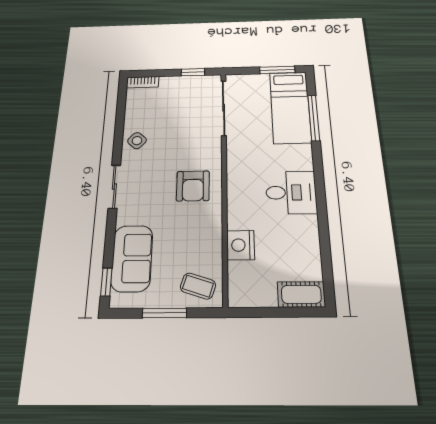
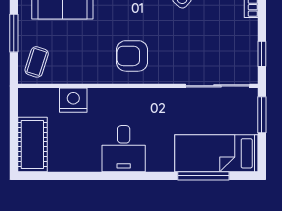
window: (277, 70) -> (262, 115), moved
cot: (301, 294) -> (32, 144), width x1.37, depth x1.34

